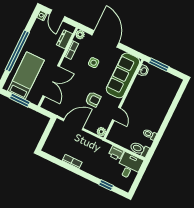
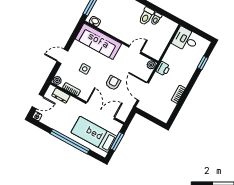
door: (105, 39) -> (62, 56), width x0.53
armchair: (93, 99) -> (113, 83), moved
toilet: (140, 149) -> (146, 16), moved
printer: (116, 153) -> (163, 69), moved

